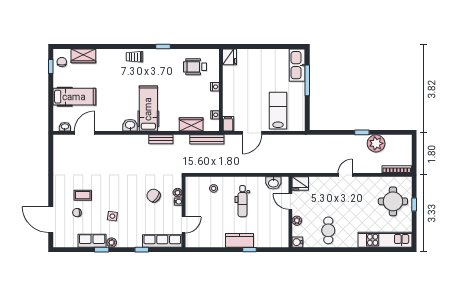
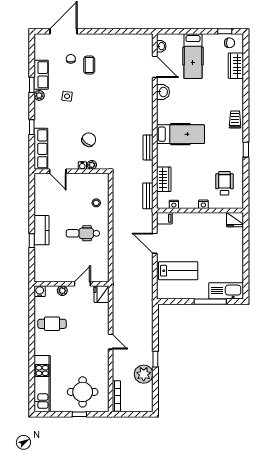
washbasin: (130, 125) -> (163, 92), moved
bench: (207, 139) -> (148, 196), width x0.73
washbasin: (273, 183) -> (102, 266), removed

